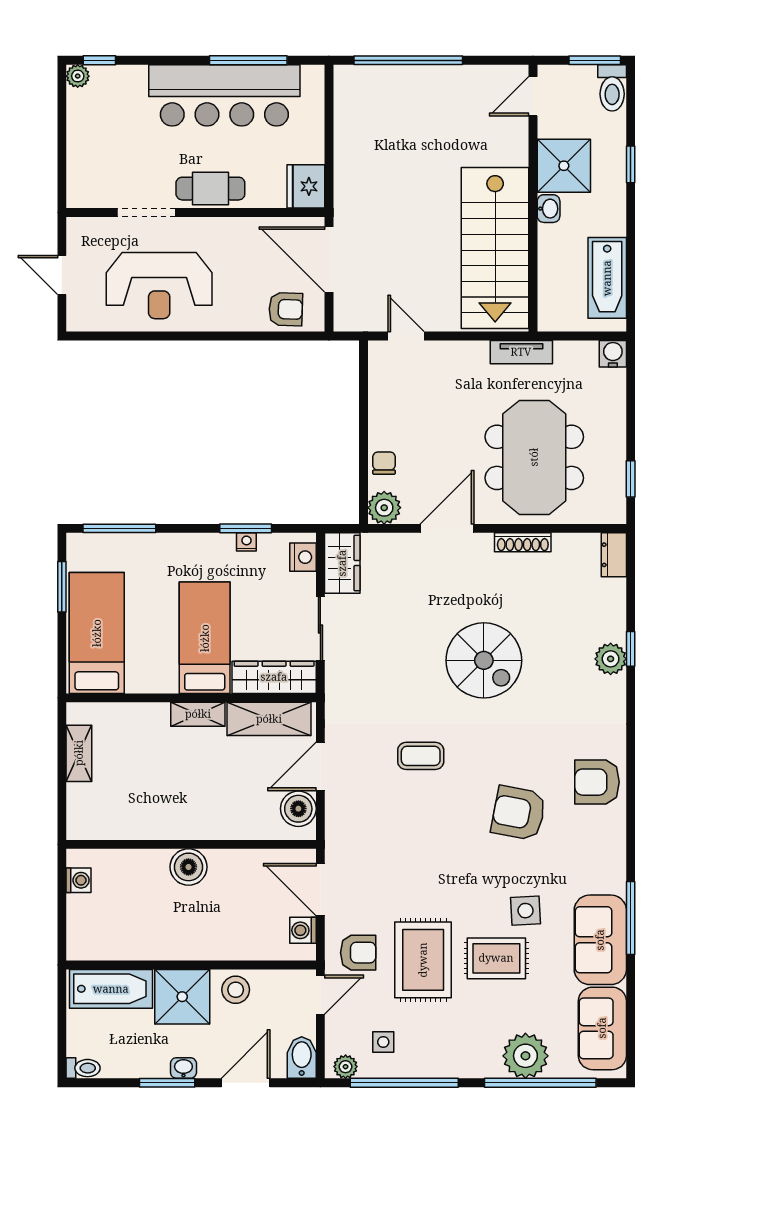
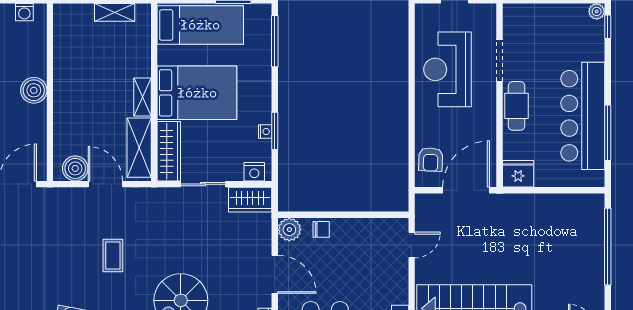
bed: (205, 638) -> (197, 93), width x1.50

